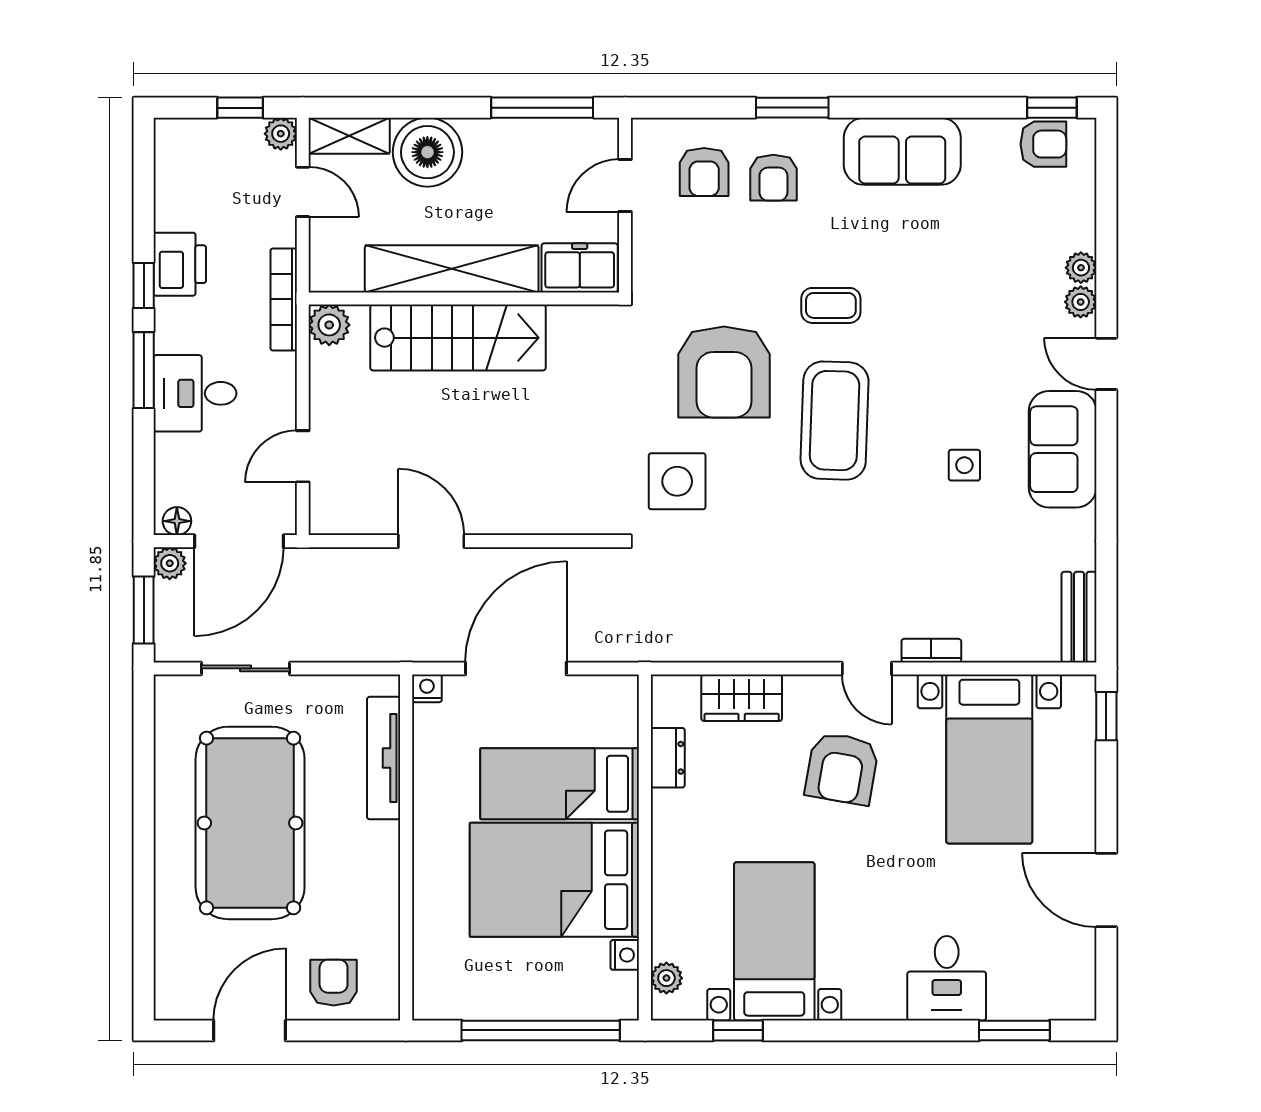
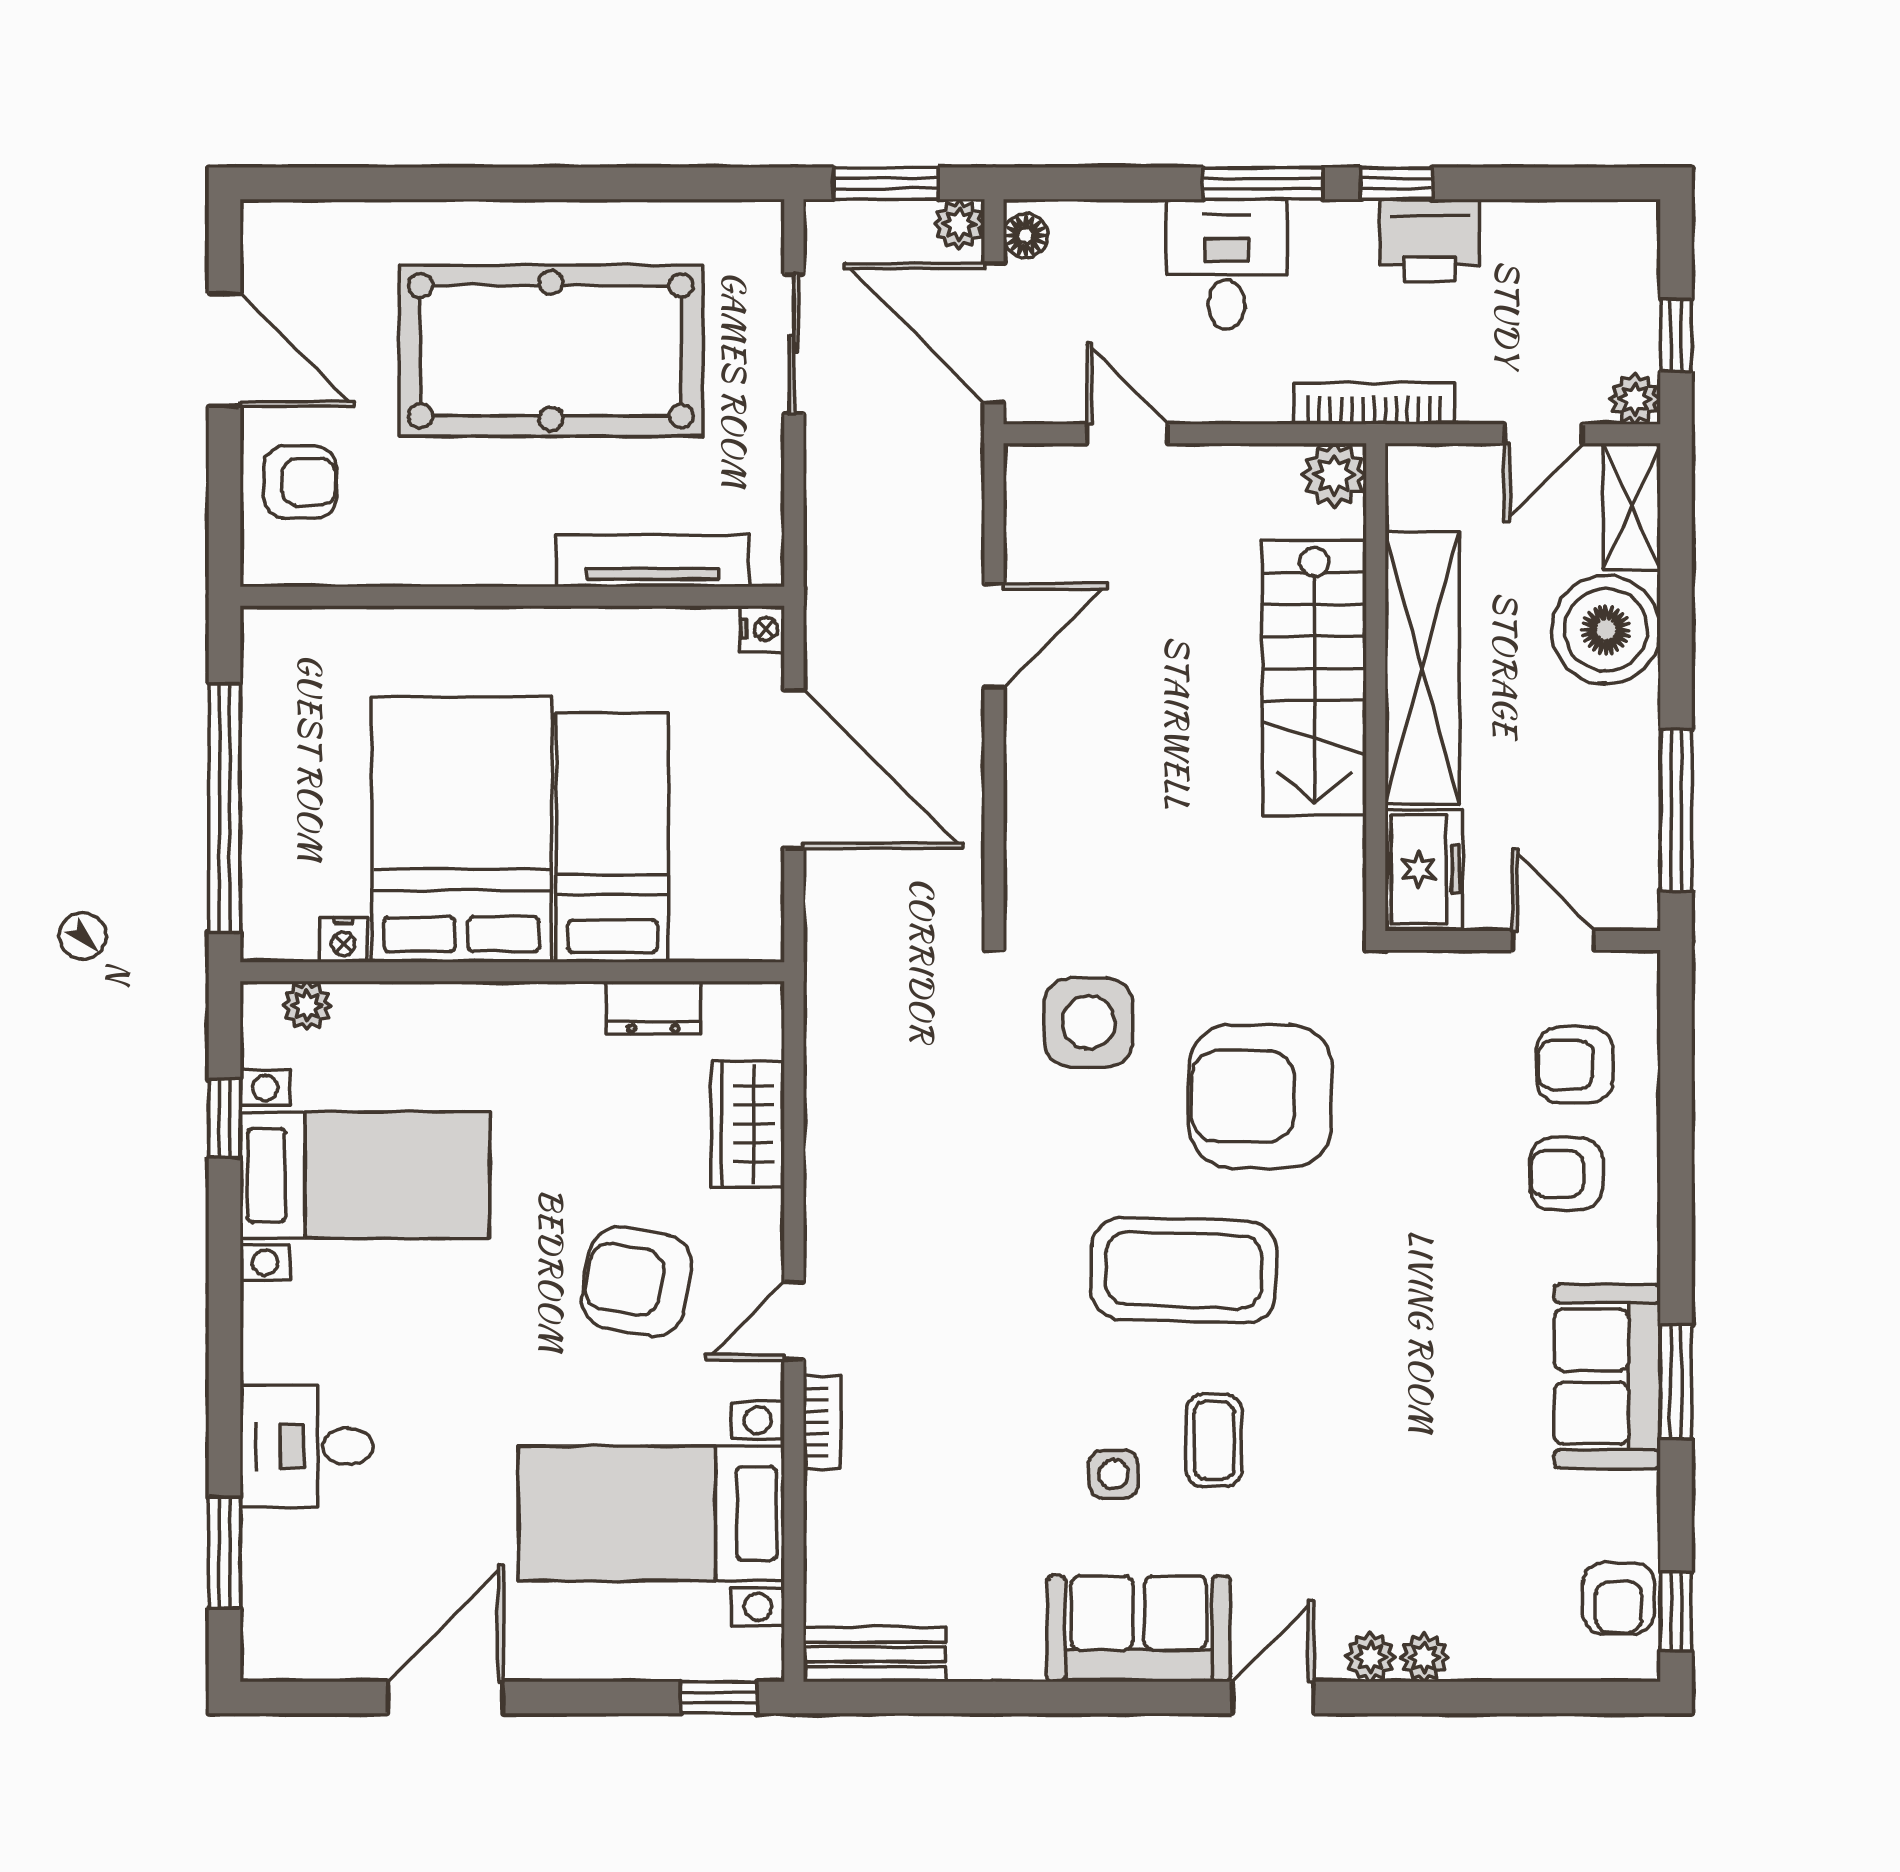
window: (792, 108) -> (1676, 1382), moved
coffee table: (831, 305) -> (1214, 1440), moved

